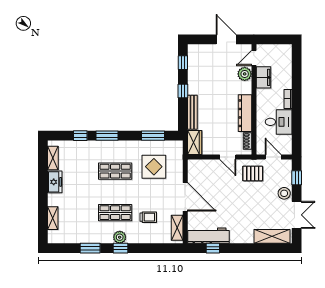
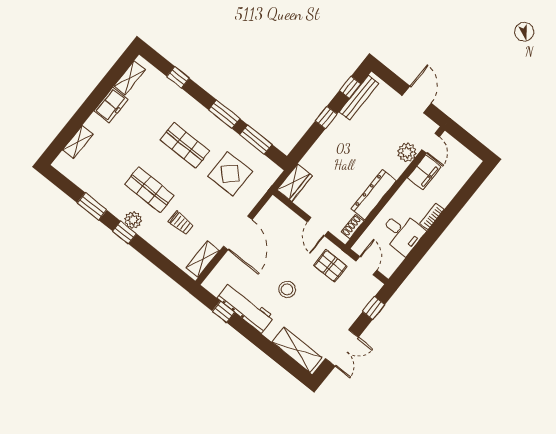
door: (254, 58) -> (431, 143), swing flipped
bench: (192, 112) -> (359, 98), moved
window: (107, 136) -> (224, 114), moved
stool: (284, 193) -> (287, 289), moved
workbench: (208, 236) -> (246, 307), moved

